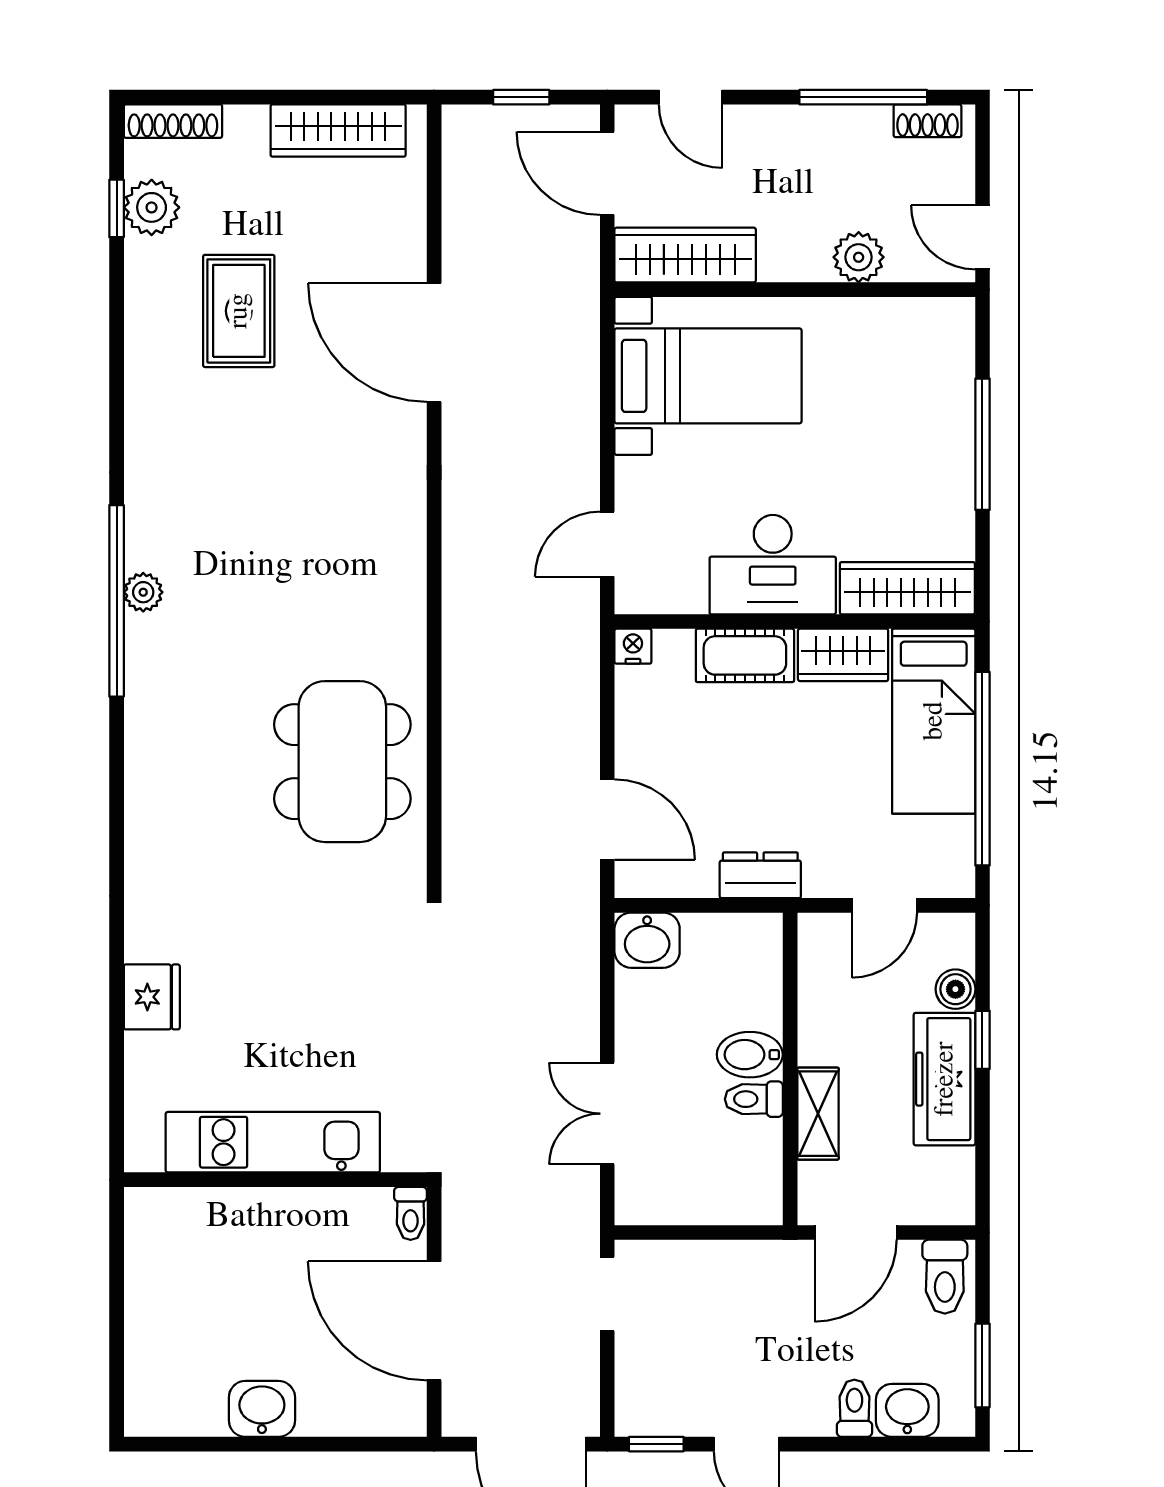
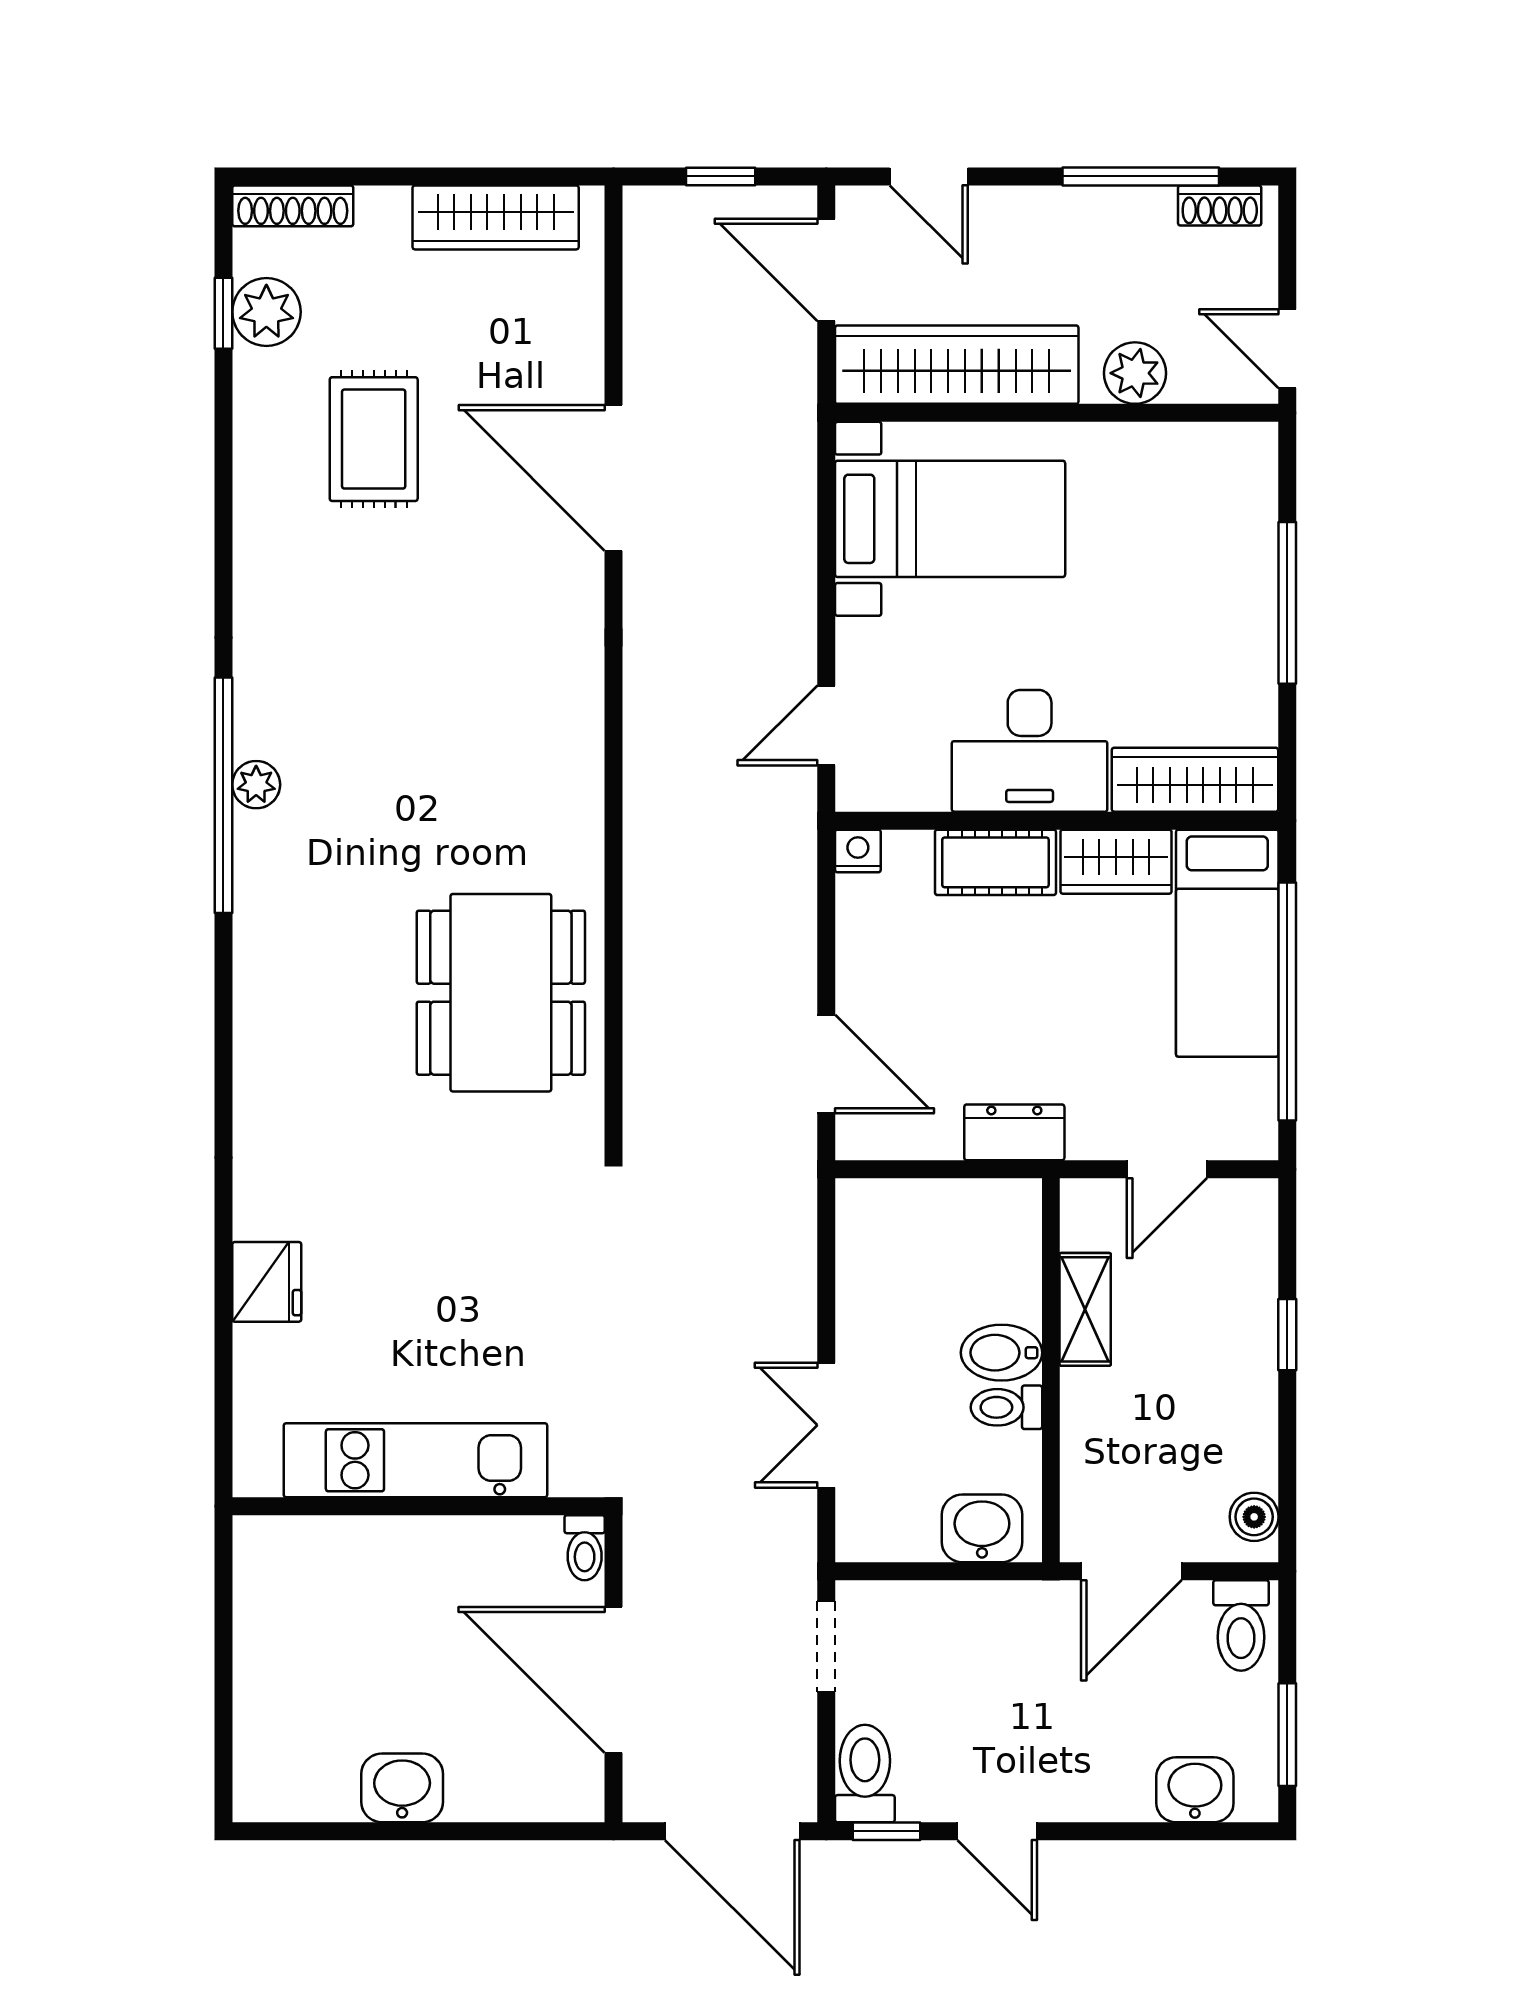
wardrobe: (685, 255) -> (957, 365), width x1.40, depth x1.17
washbasin: (647, 940) -> (982, 1528), moved, turned 180
boiler: (955, 989) -> (1254, 1517), moved
freezer: (945, 1079) -> (1241, 1383), removed
shelving: (818, 1114) -> (1085, 1309), moved
toilet: (854, 1408) -> (865, 1773), moved, width x1.37, depth x1.39

